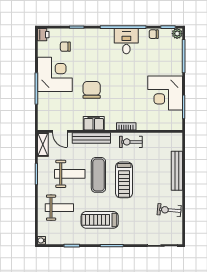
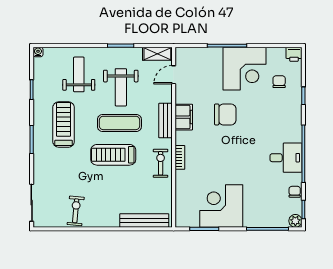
bench: (91, 138) -> (165, 121), width x0.73
bench: (177, 171) -> (144, 220), moved
weight bench: (59, 208) -> (79, 74), turned 180

